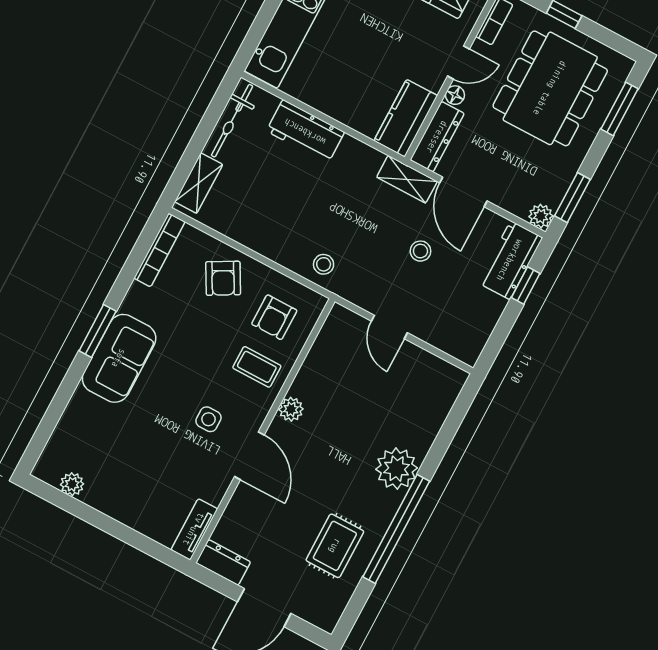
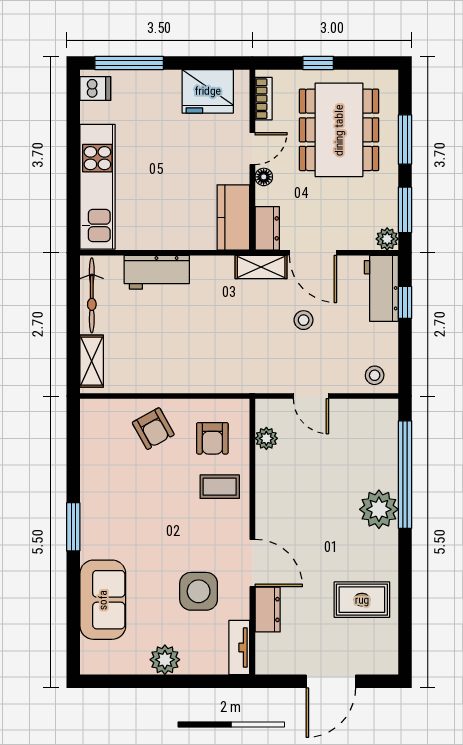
window: (620, 109) -> (405, 140), moved
dresser: (437, 137) -> (267, 228), width x0.70
bookcase: (160, 250) -> (89, 433), removed
stool: (324, 264) -> (375, 375), moved
sofa: (119, 358) -> (103, 600), moved
plant: (291, 409) -> (266, 438), moved
side table: (209, 419) -> (199, 591), moved, width x1.87, depth x1.87
plant: (72, 484) -> (165, 660), moved, width x1.38, depth x1.38
window: (396, 529) -> (405, 475), moved
rug: (335, 546) -> (362, 600), turned 90
dresser: (223, 562) -> (268, 610), moved, turned 90

